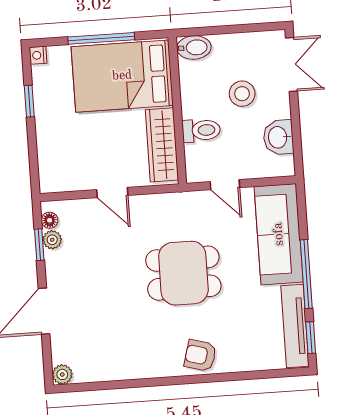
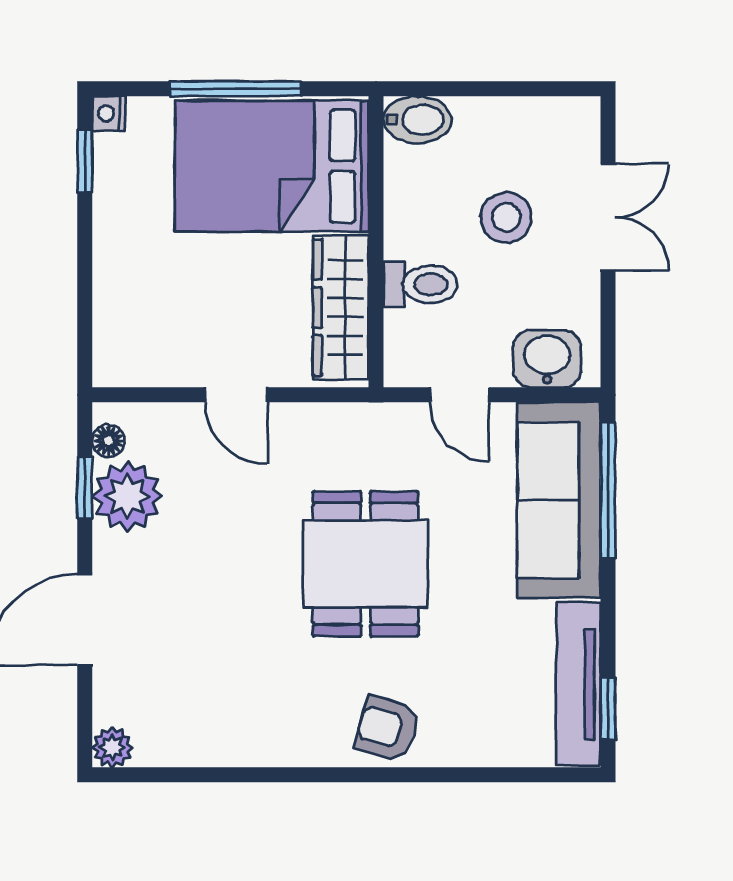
double door: (292, 64) -> (608, 217), moved
window: (29, 101) -> (85, 161), moved
washbasin: (278, 137) -> (547, 359), moved, turned 90
plant: (52, 240) -> (127, 496), width x1.87, depth x1.87
dining table: (183, 273) -> (366, 564), turned 90
window: (306, 274) -> (608, 490), moved

